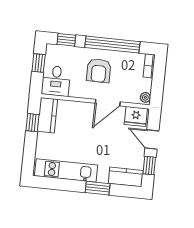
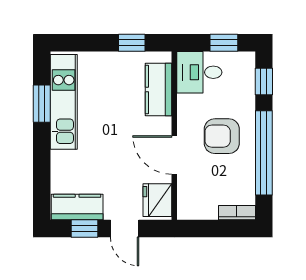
plant: (145, 97) -> (188, 212), removed
kitchen counter: (47, 115) -> (158, 89), moved, turned 90
door: (152, 140) -> (125, 228), swing flipped
kitchen counter: (126, 177) -> (77, 207), moved, turned -90
window: (98, 188) -> (42, 104), moved

